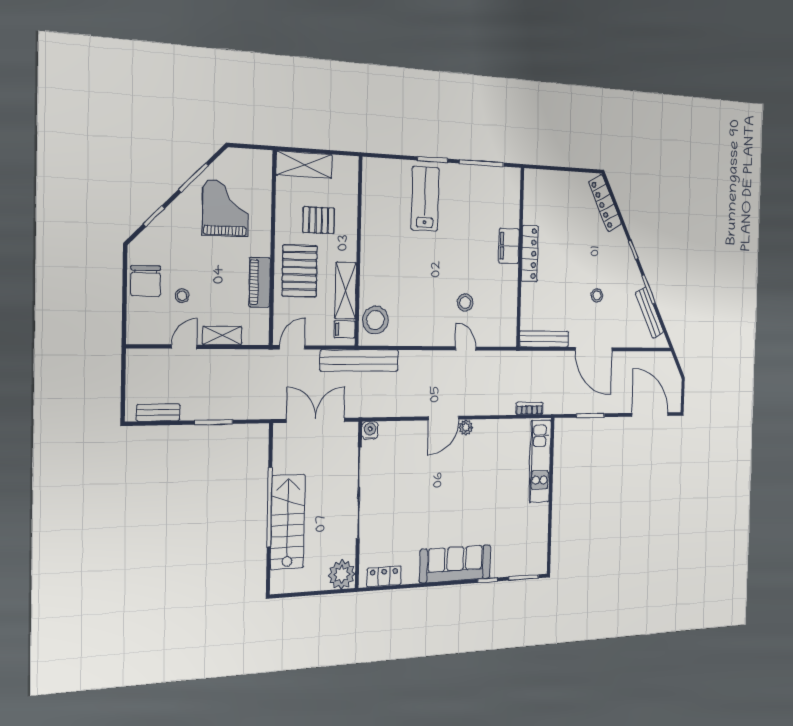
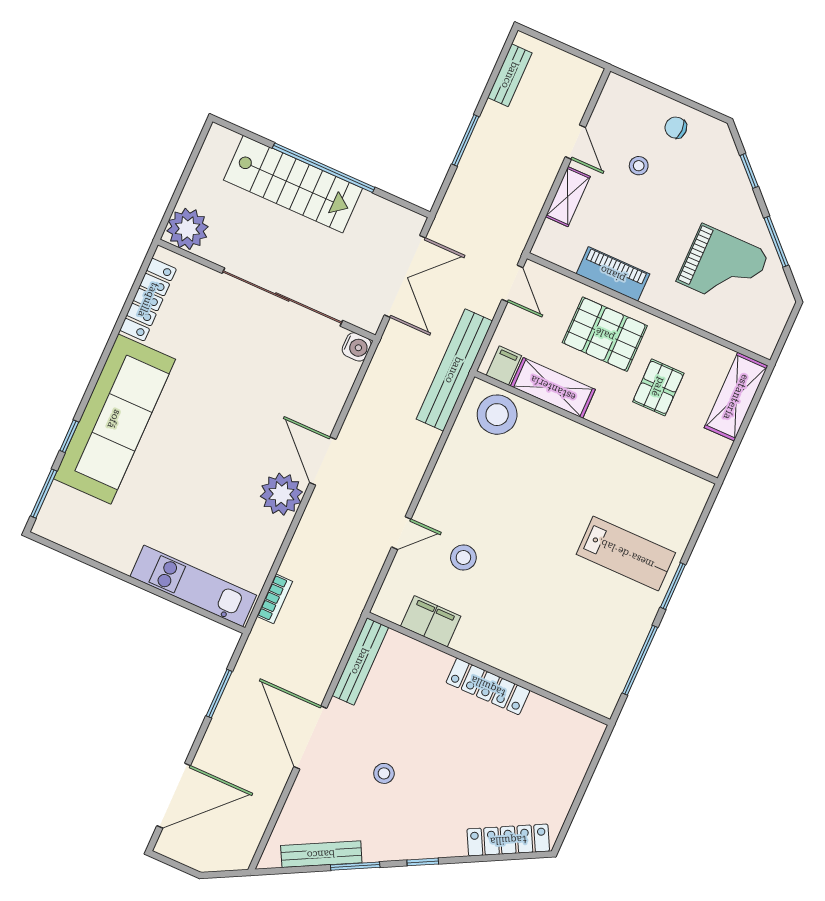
filing cabinet: (509, 246) -> (431, 621), moved
chair: (146, 281) -> (676, 128), width x0.54, depth x0.54
door: (594, 349) -> (310, 737), hinge flipped
plant: (466, 427) -> (281, 494), width x1.88, depth x1.88
sofa: (455, 564) -> (114, 419), width x1.36, depth x1.27
locker: (384, 577) -> (148, 300), width x1.53

